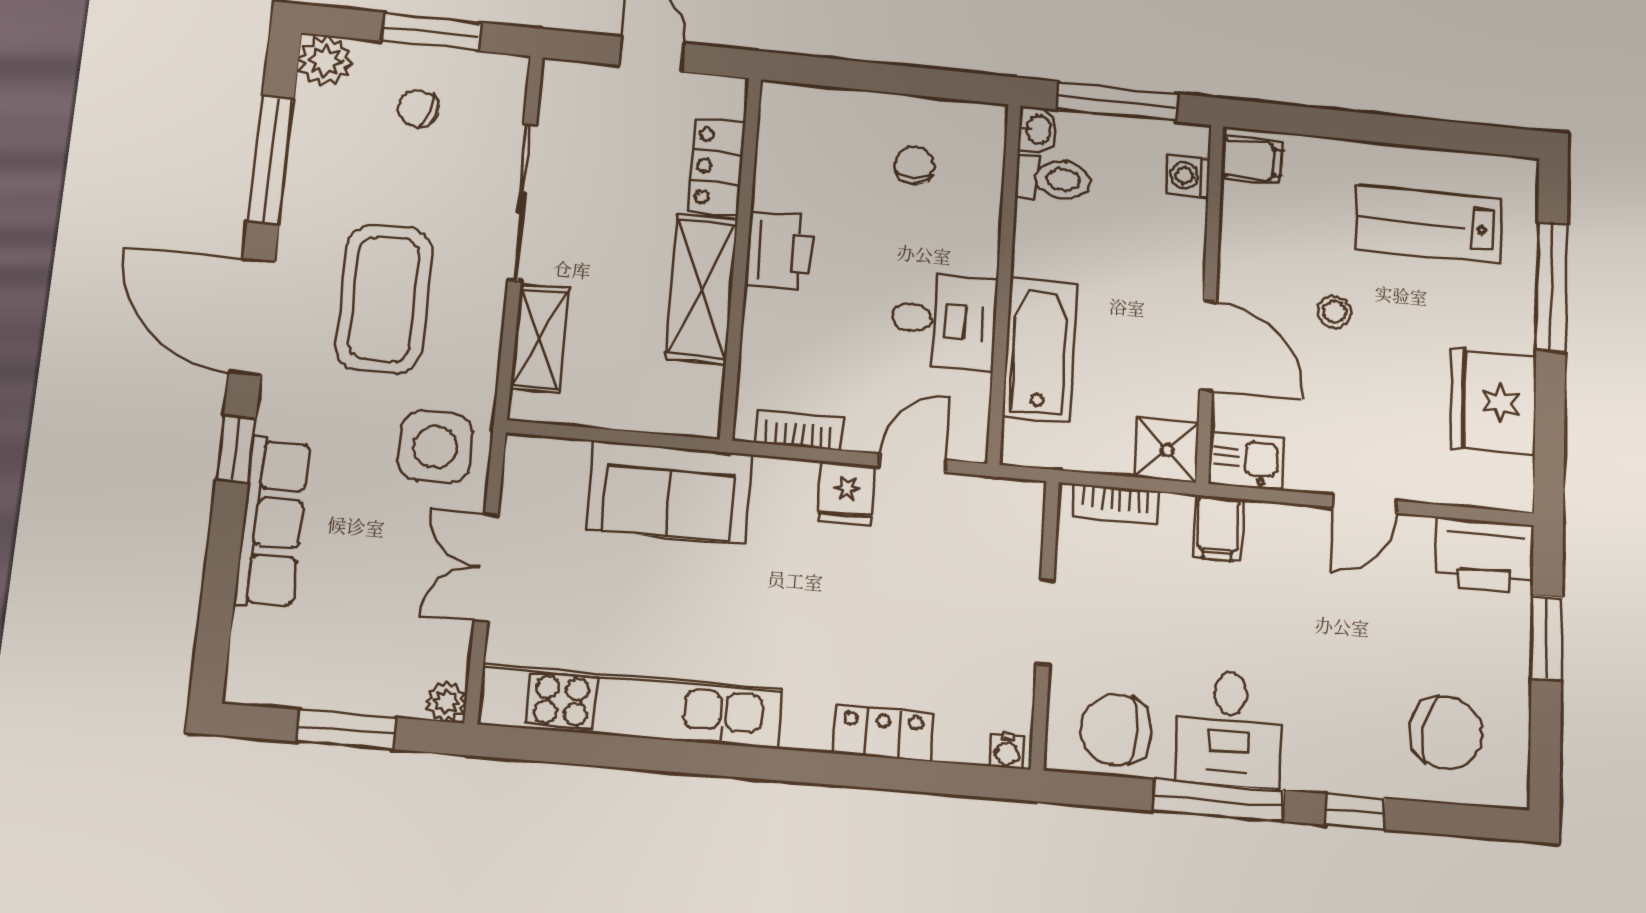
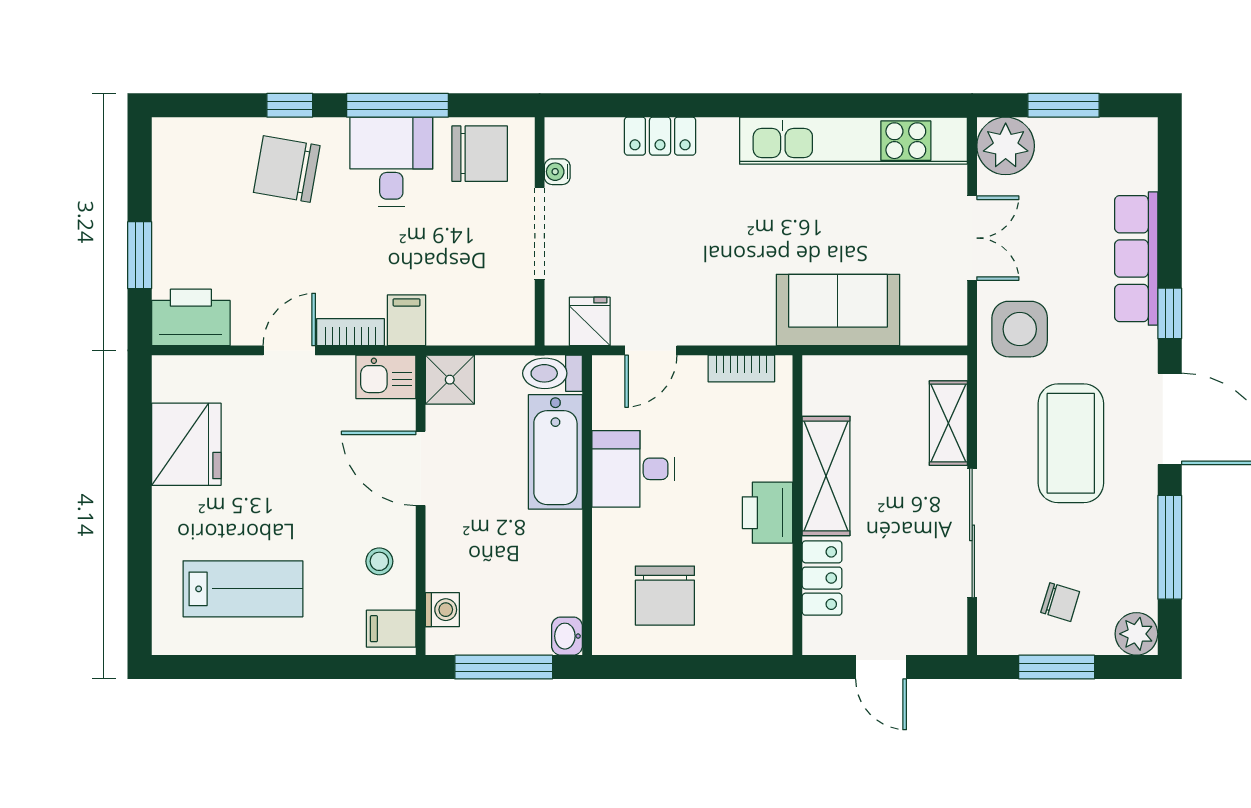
chair: (914, 165) -> (665, 596), width x1.87, depth x1.87
toilet: (1053, 179) -> (553, 373), moved
window: (1552, 287) -> (140, 546), removed
stool: (1334, 312) -> (379, 561), moved
fridge: (847, 493) -> (590, 321), moved
bookcase: (1116, 504) -> (350, 332), moved
doorway: (1045, 622) -> (540, 233), width x1.38
plant: (446, 702) -> (1006, 146), width x1.87, depth x1.87
chair: (1446, 733) -> (287, 169), moved
water cooler: (1007, 751) -> (557, 172), moved, turned -90

